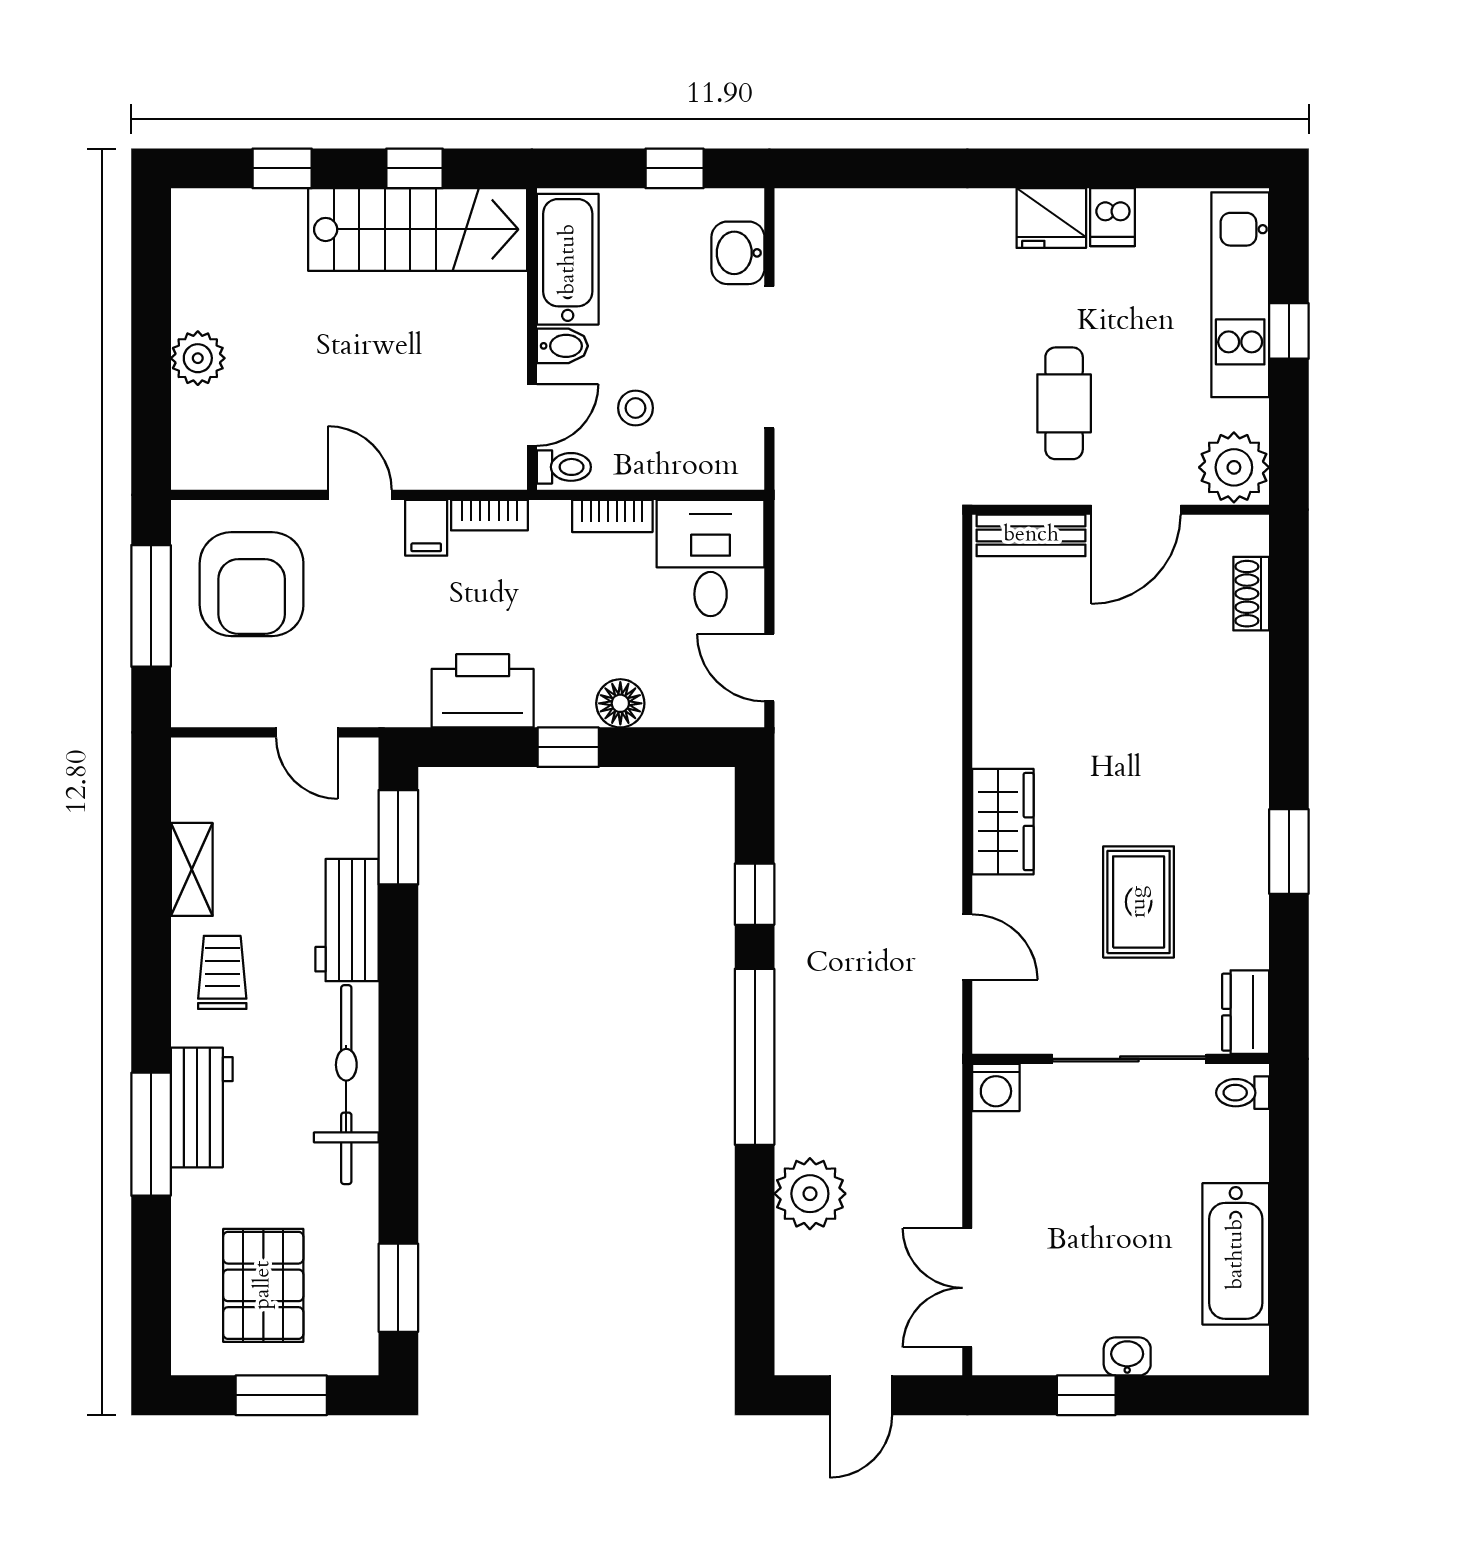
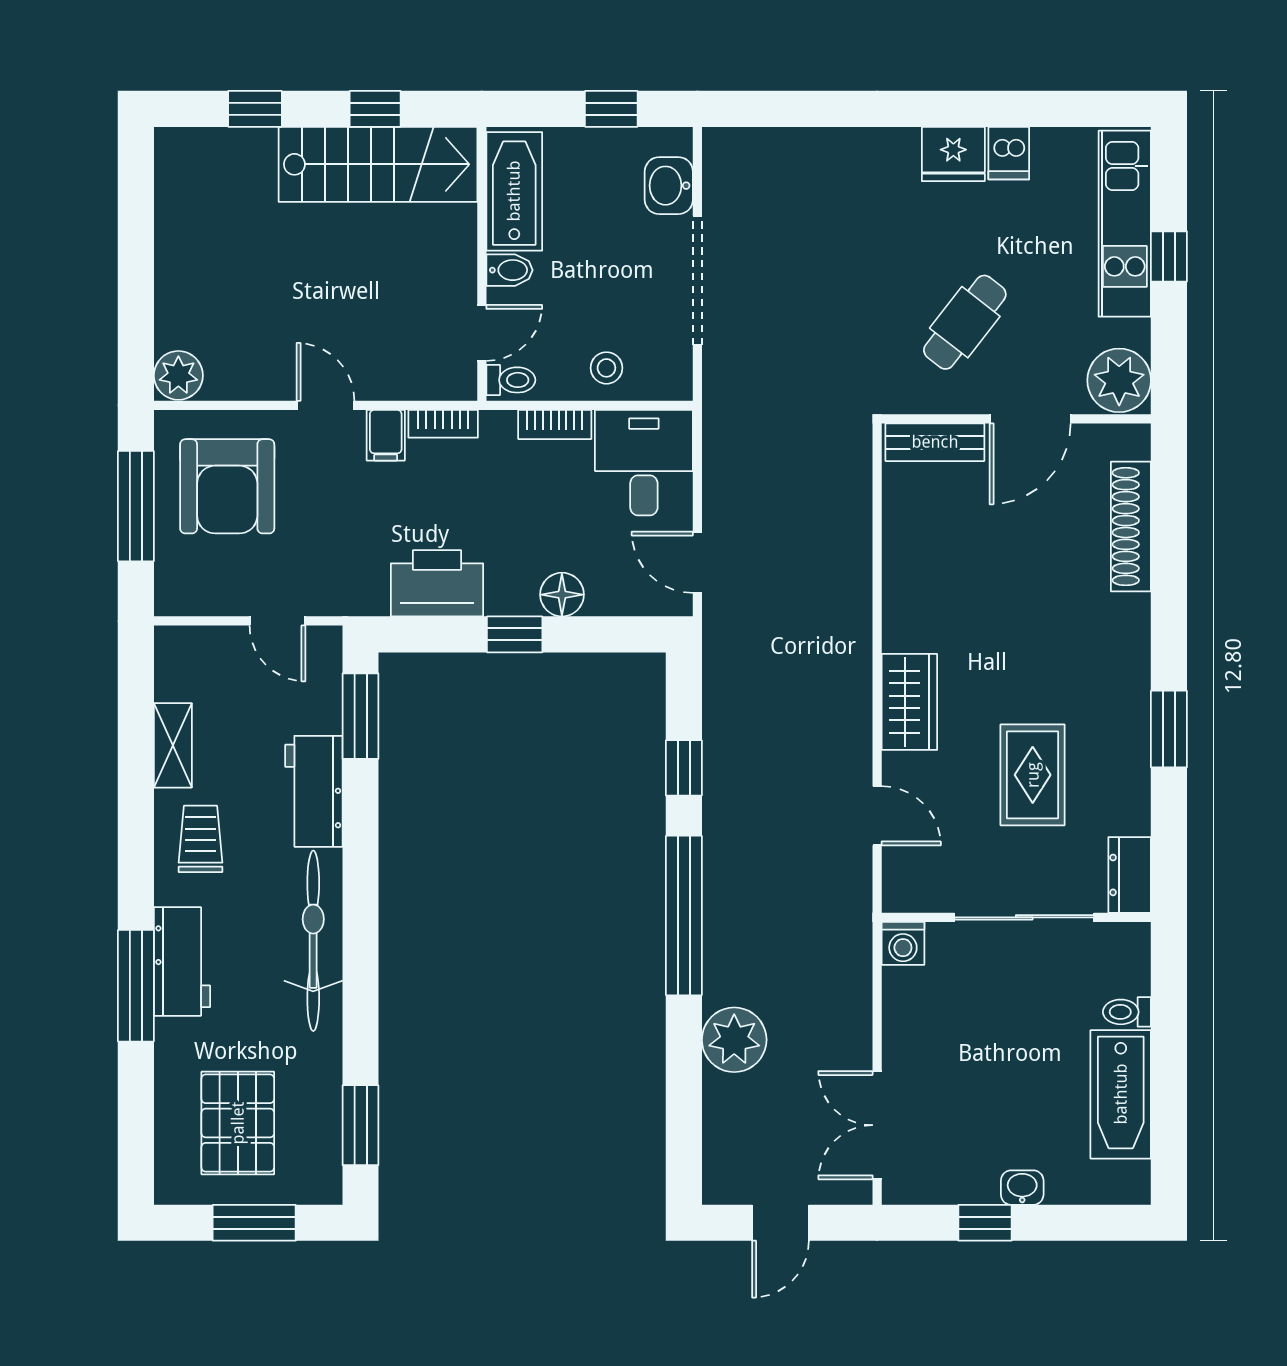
plant: (198, 358) -> (178, 375), moved
cafe table: (1064, 403) -> (965, 322), turned 38
stool: (636, 408) -> (606, 368), moved
shoe rack: (1251, 594) -> (1131, 527), width x1.94, depth x1.24
toilet: (1243, 1093) -> (1127, 1012), moved

